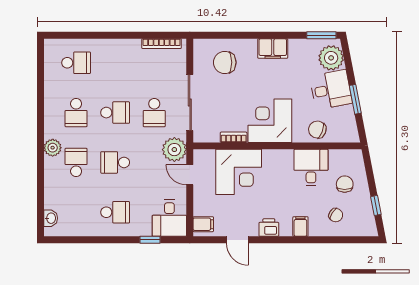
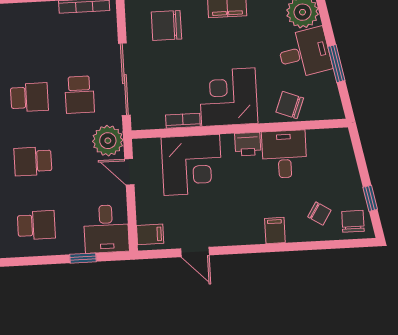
chair: (345, 184) -> (353, 221), moved
printer: (269, 228) -> (248, 144), moved, turned 180

